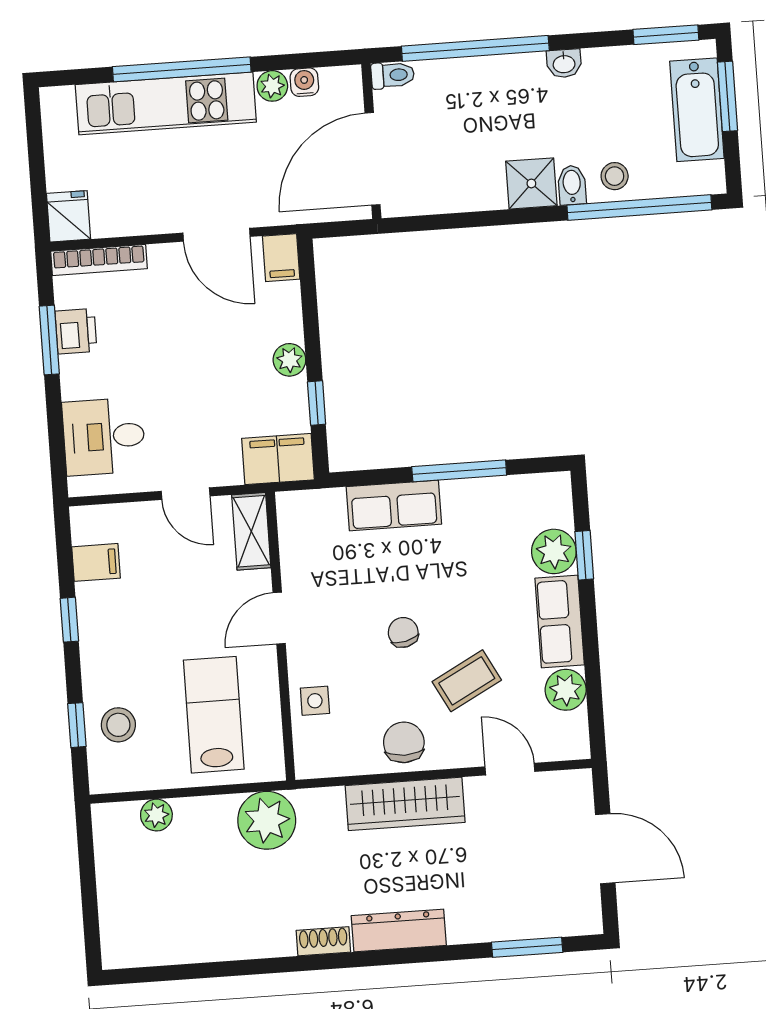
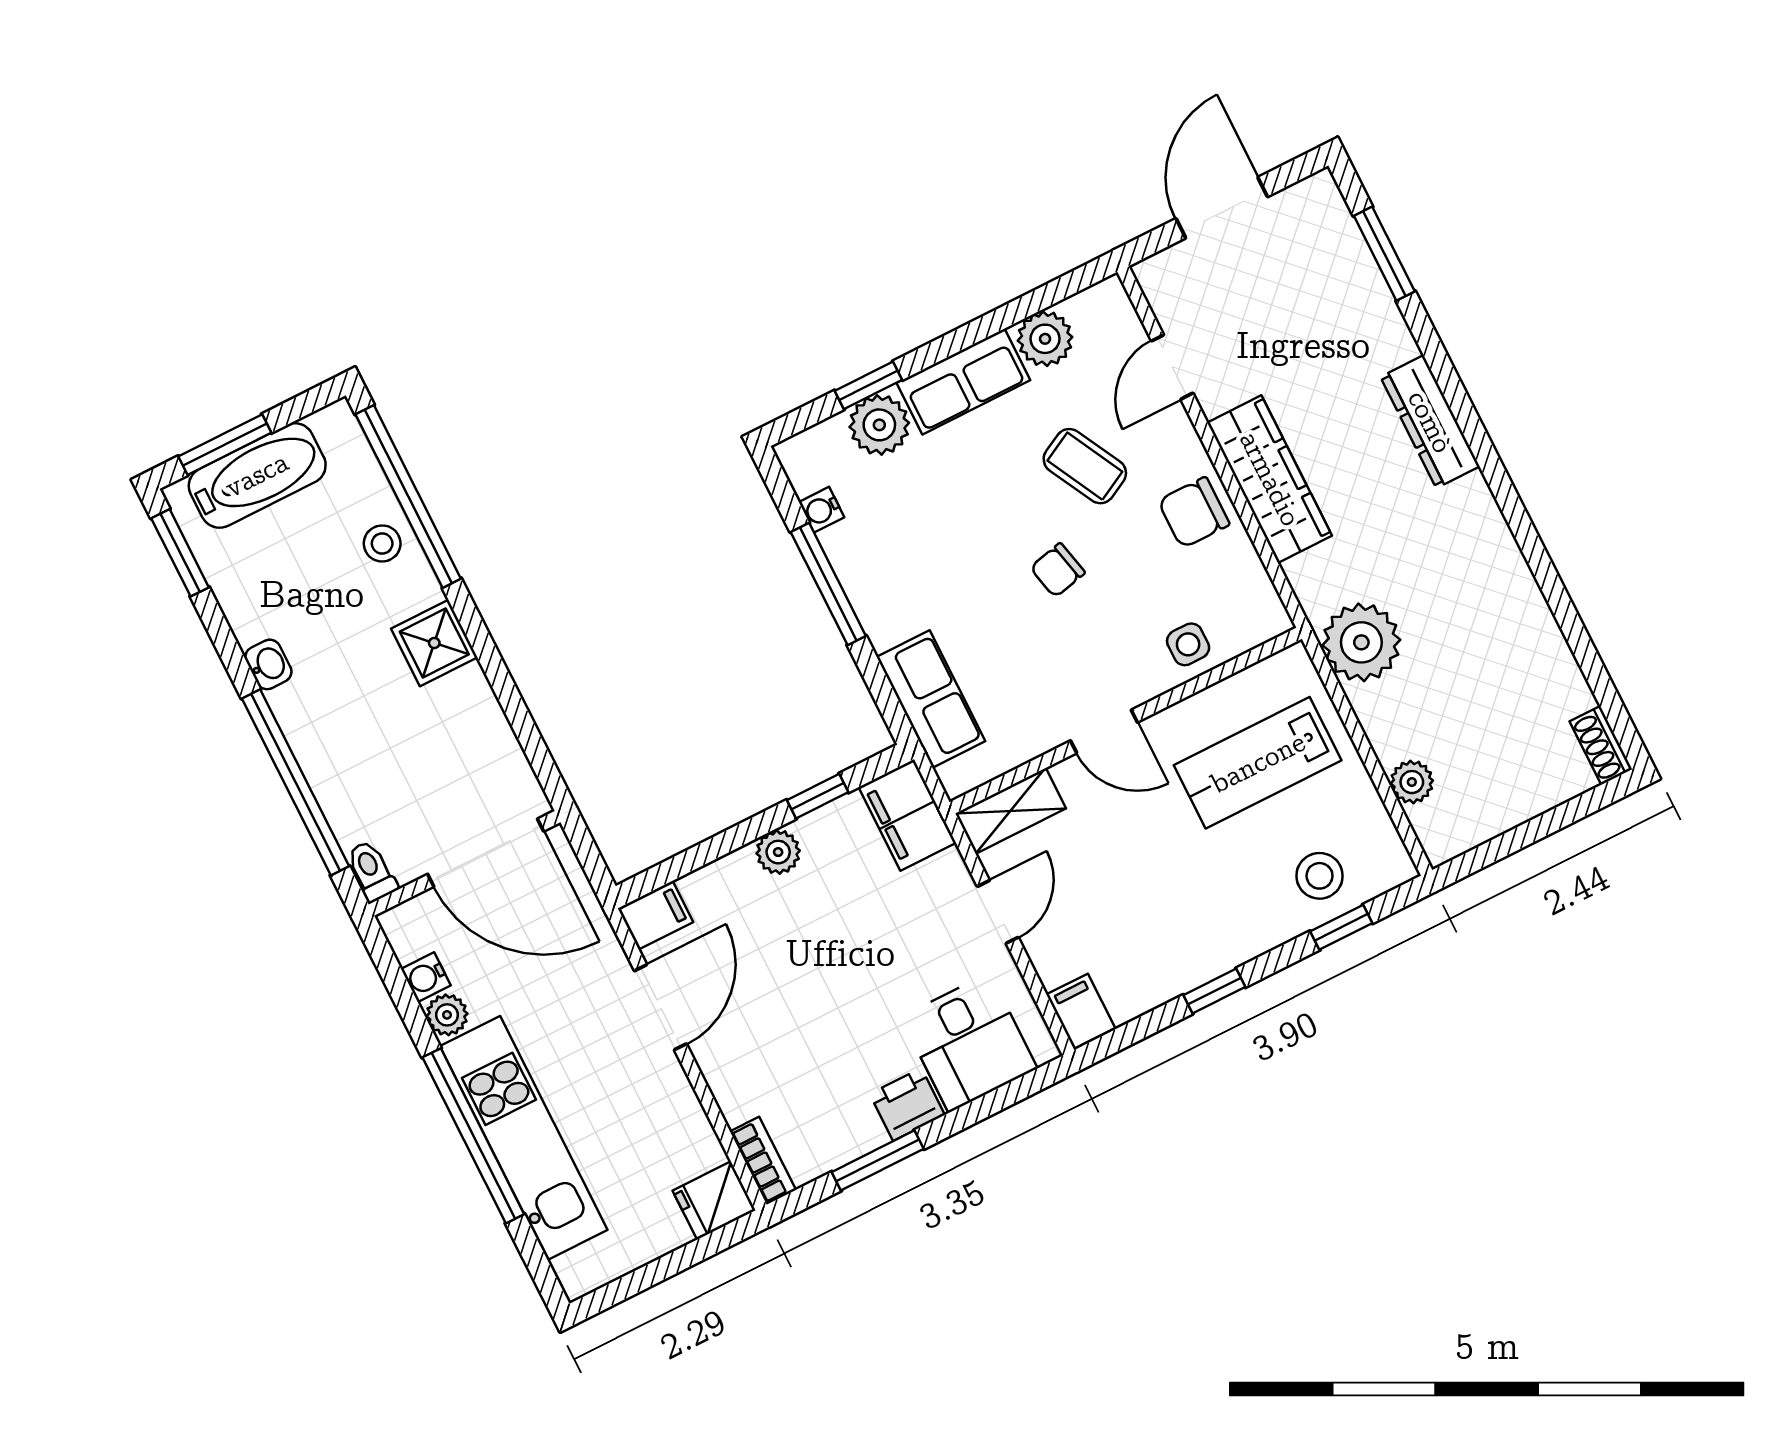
bidet: (572, 185) -> (415, 592), removed
bookcase: (99, 260) -> (763, 1161), width x0.64
printer: (76, 331) -> (907, 1104), moved
water cooler: (512, 488) -> (822, 510), added
row of seats: (394, 505) -> (931, 699), moved
filing cabinet: (96, 562) -> (1081, 1012), moved
shoe rack: (323, 941) -> (1601, 745), moved

